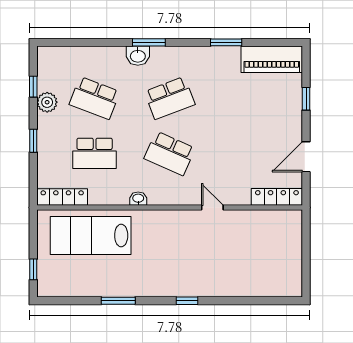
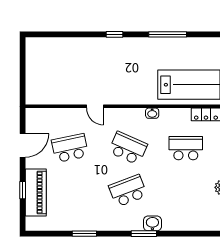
piano: (272, 59) -> (36, 192), moved, turned 90
school desk: (95, 98) -> (70, 148), moved, turned -33
locker: (277, 197) -> (45, 114), removed
window: (118, 301) -> (168, 34), width x1.44

